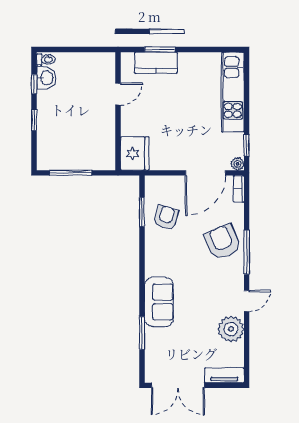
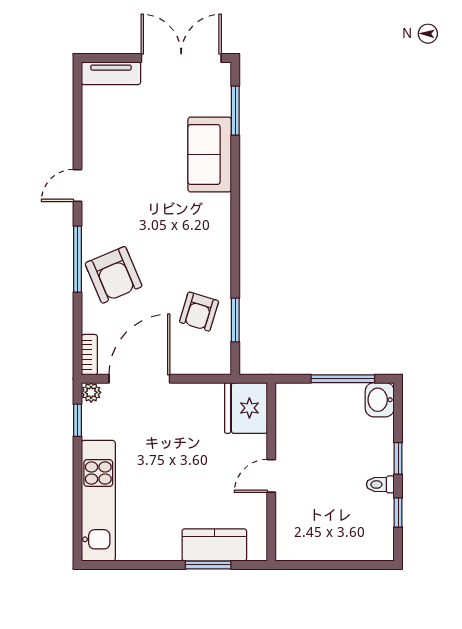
toilet: (46, 60) -> (380, 484), moved
washbasin: (46, 78) -> (380, 400), moved
door: (118, 94) -> (271, 476), moved
sofa: (159, 302) -> (210, 155), moved
plant: (231, 329) -> (101, 143), removed
window: (142, 333) -> (235, 111), moved

